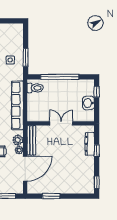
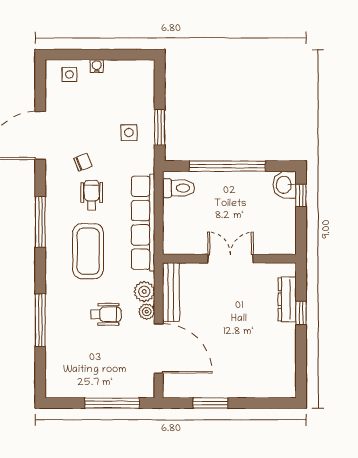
washbasin: (88, 103) -> (284, 185), moved
door: (25, 169) -> (159, 348), hinge flipped
window: (97, 182) -> (301, 376), removed

